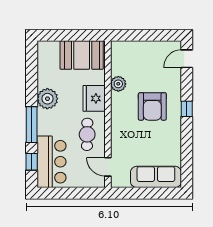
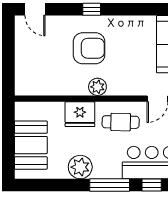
booth: (82, 55) -> (31, 145), moved
plant: (118, 84) -> (97, 87), moved

